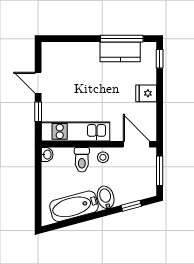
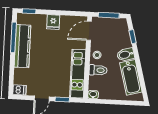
dishwasher: (48, 51) -> (19, 90), added
kitchen counter: (120, 52) -> (22, 46), width x1.50

